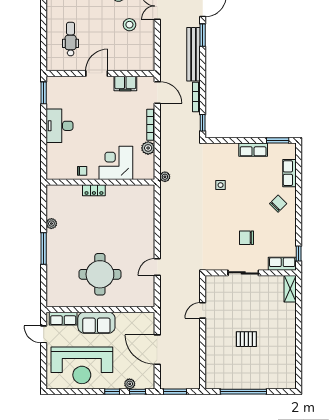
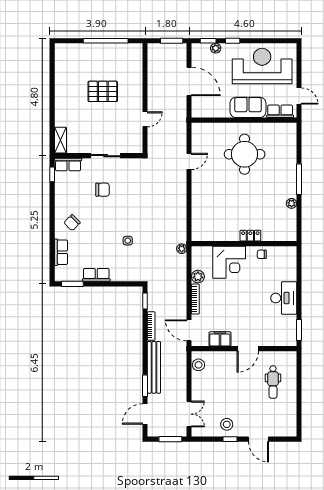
stool: (129, 25) -> (198, 365), moved
pallet: (246, 339) -> (103, 91), width x1.50, depth x1.42

